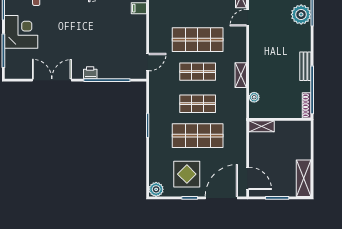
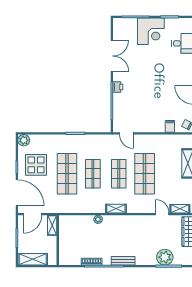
wall: (280, 119) -> (58, 240), moved
shelving: (262, 126) -> (52, 225), moved

